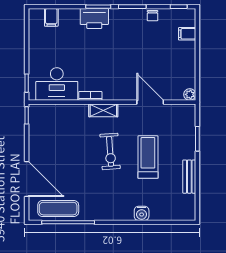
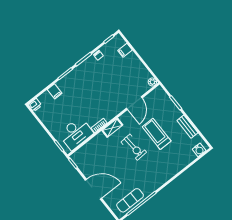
filing cabinet: (51, 17) -> (55, 91), moved
printer: (94, 18) -> (35, 105), moved, width x0.53, depth x0.68
door: (150, 102) -> (134, 103), swing flipped
door: (27, 179) -> (93, 189), moved
water cooler: (142, 213) -> (199, 150), moved

